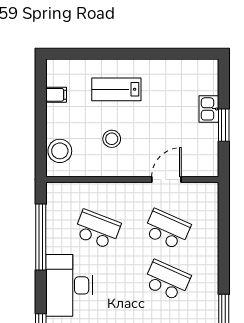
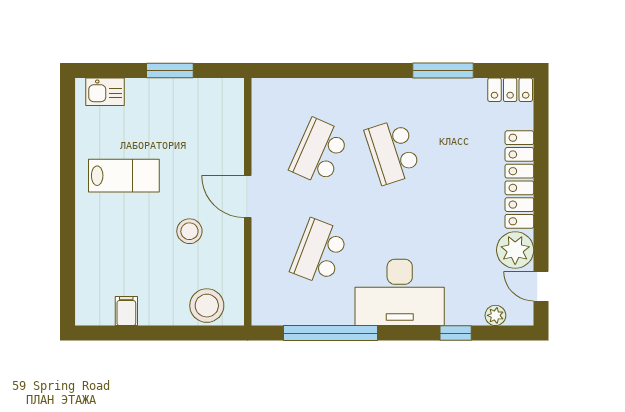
lab bench: (116, 89) -> (124, 176), moved, turned -90
kitchen sink: (209, 109) -> (105, 92), moved
door: (166, 179) -> (248, 196), moved
school desk: (167, 280) -> (392, 152), turned -42

